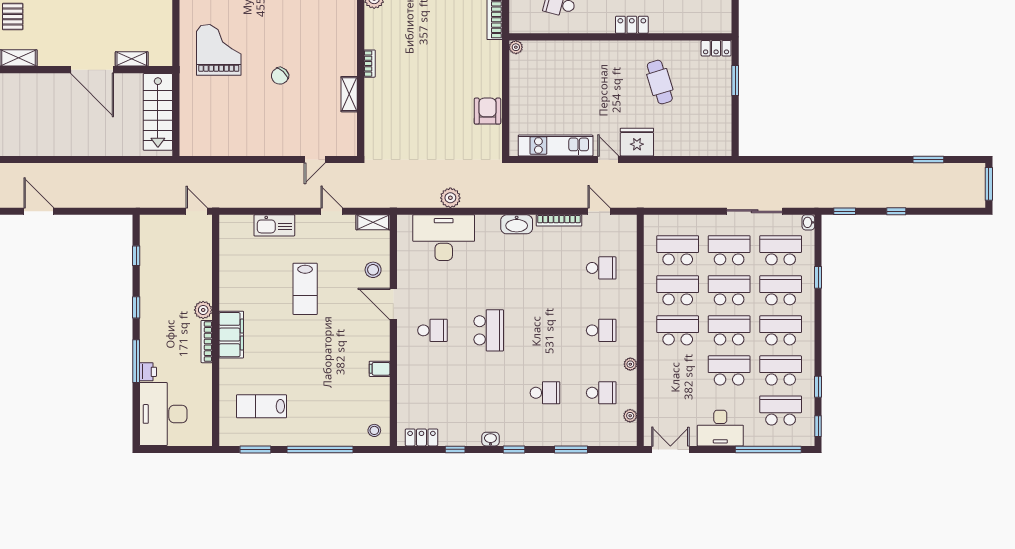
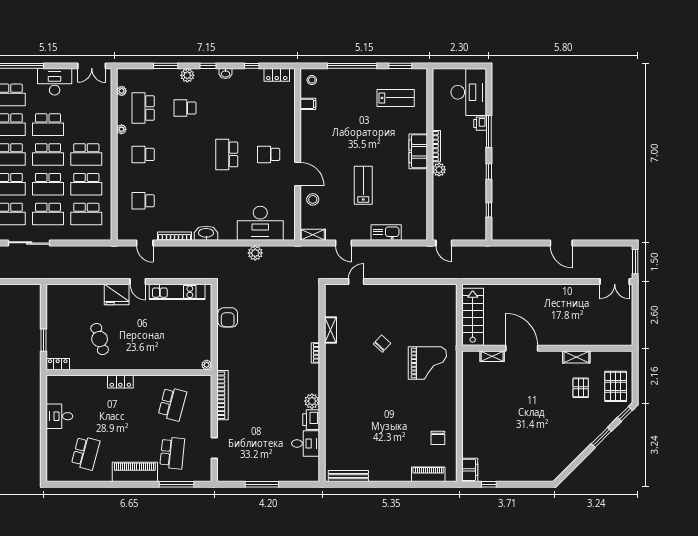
grand piano: (219, 50) -> (427, 363), turned -90
filing cabinet: (380, 369) -> (308, 104), moved
school desk: (601, 393) -> (143, 108), width x1.85
plant: (542, 437) -> (187, 75), added

